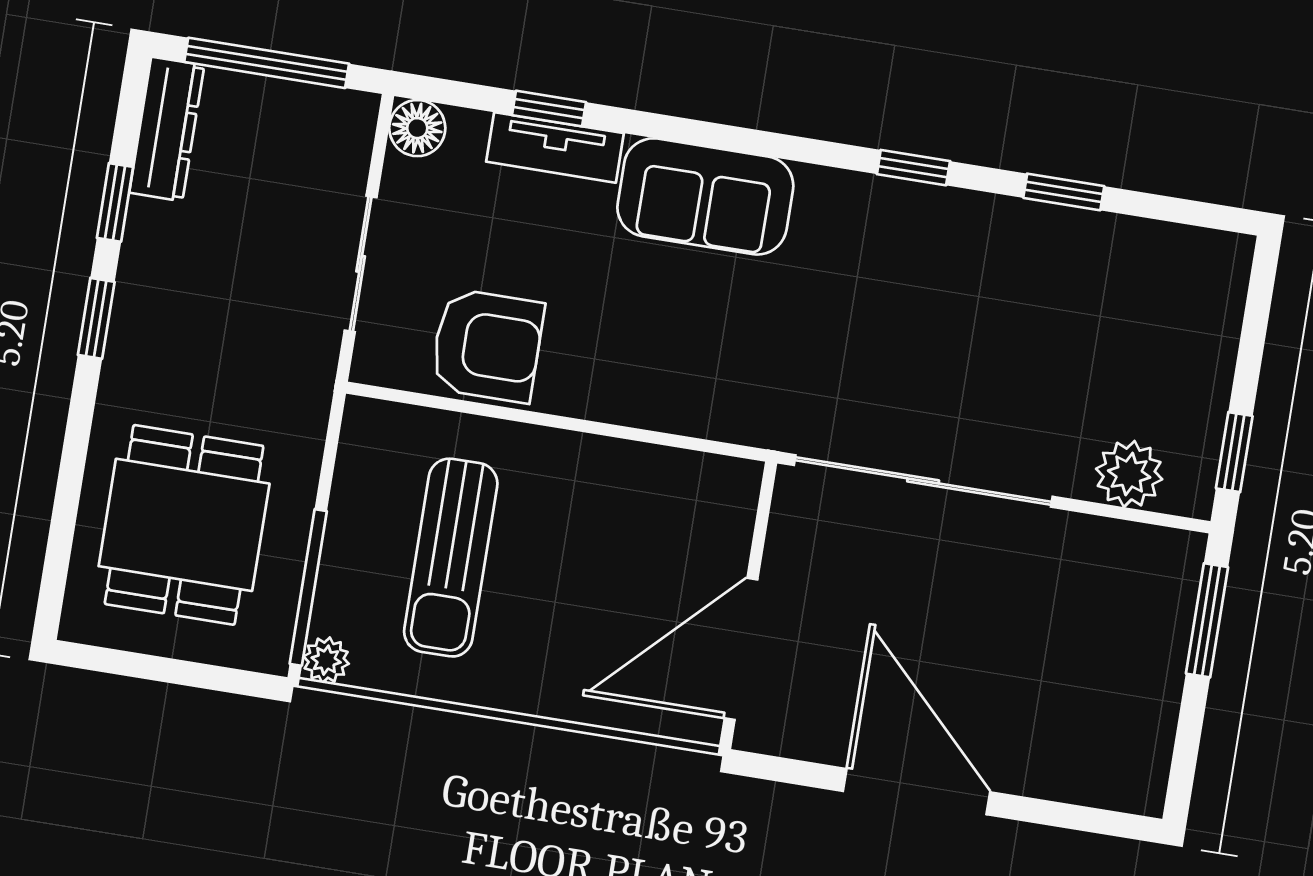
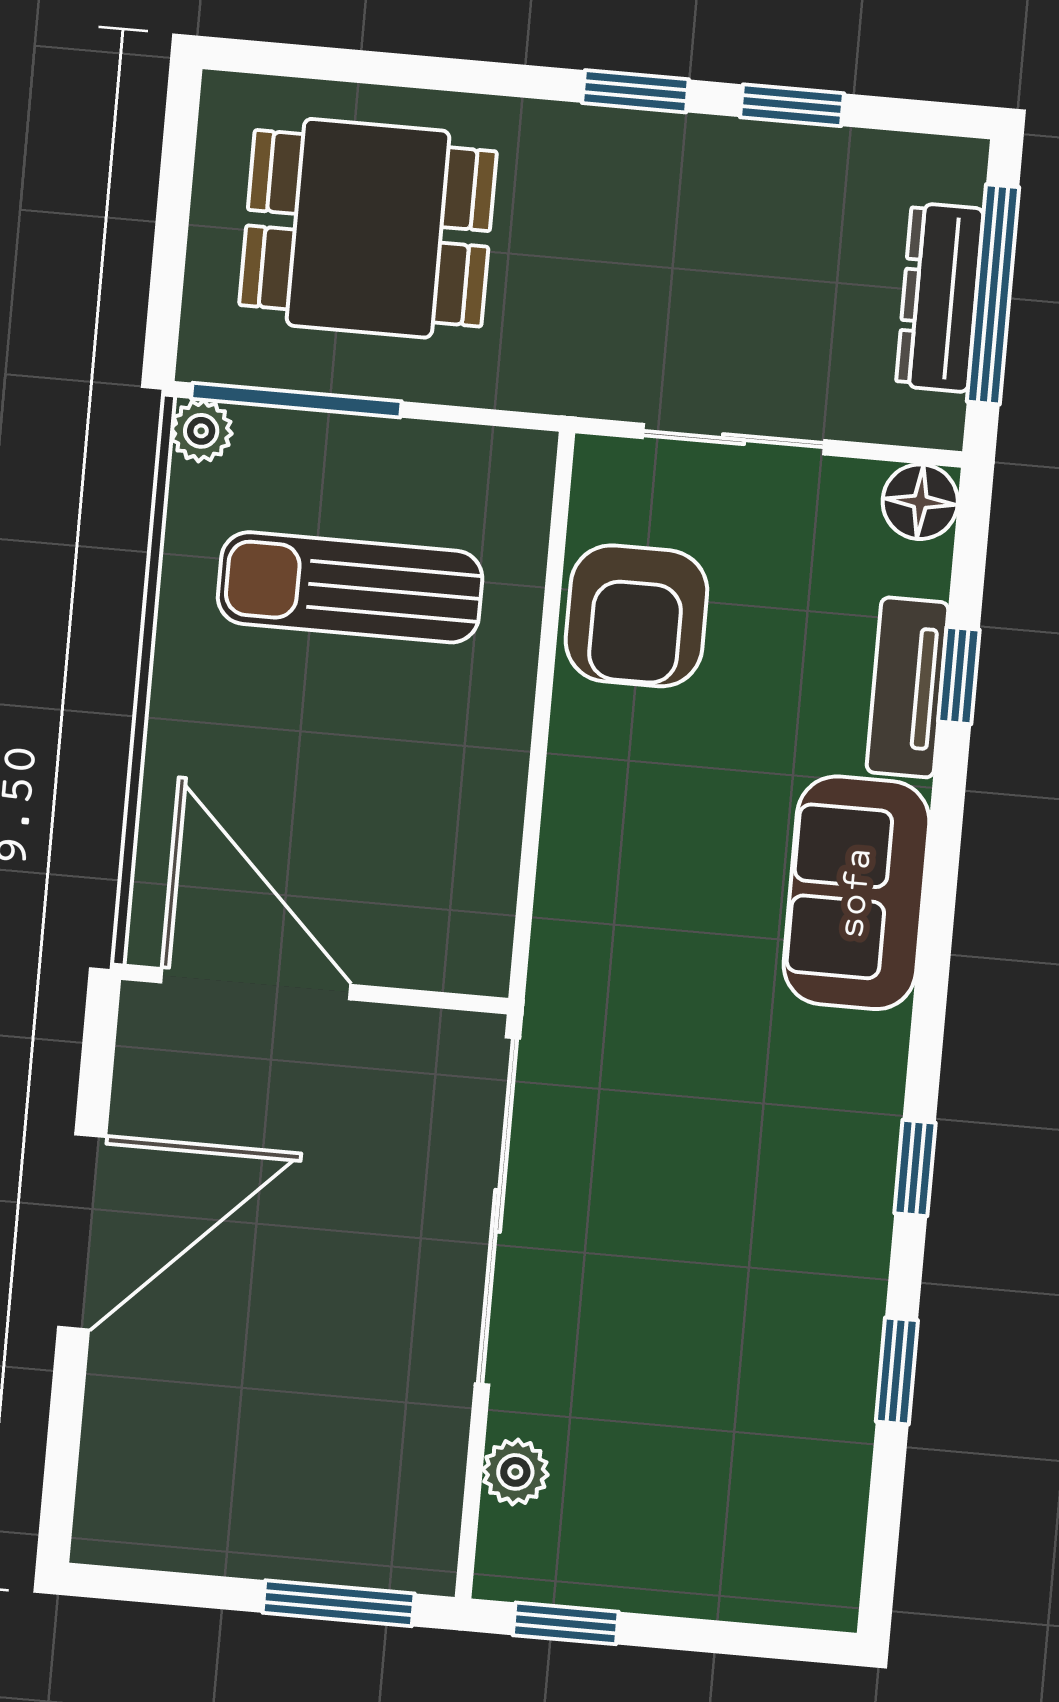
dresser: (167, 129) -> (940, 297), moved, turned 90
plant: (1129, 474) -> (515, 1472), width x0.73, depth x0.73

